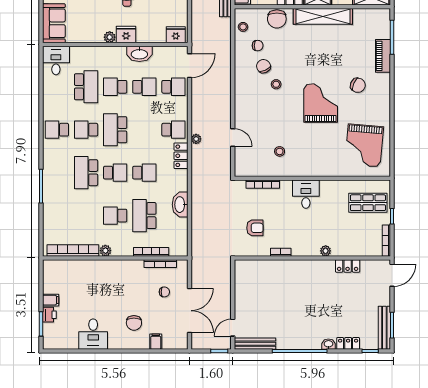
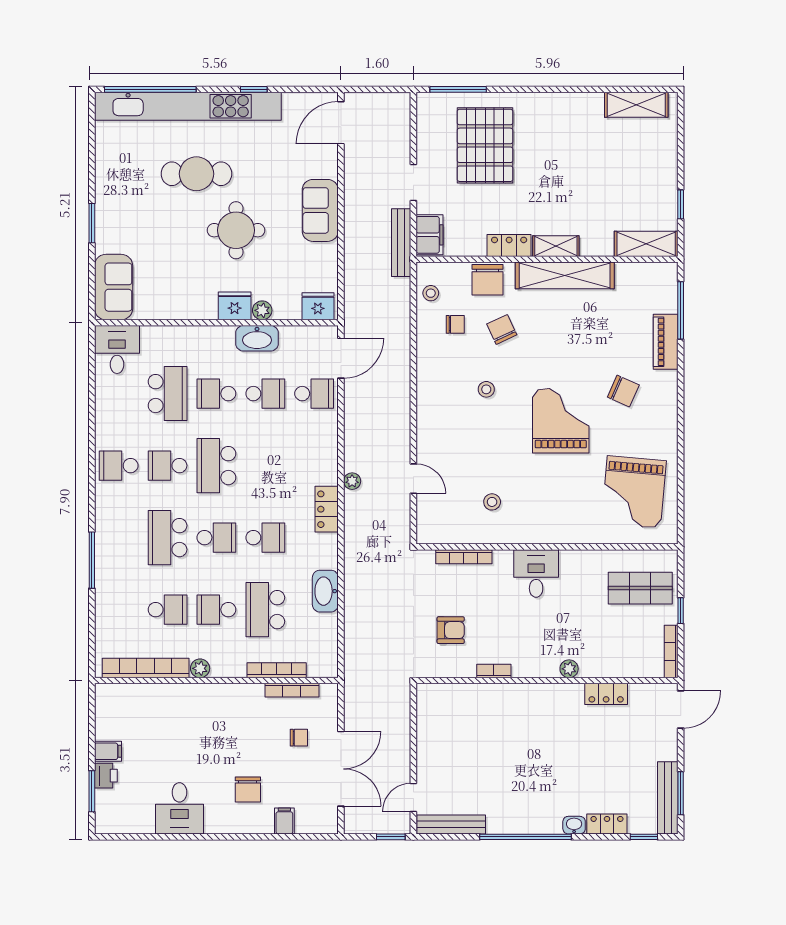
plant: (110, 37) -> (262, 310), moved
chair: (264, 66) -> (502, 329), moved
school desk: (173, 130) -> (168, 610), moved

